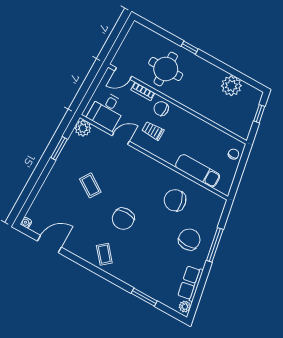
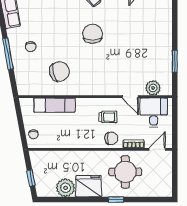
fridge: (208, 75) -> (89, 186), added
plant: (83, 128) -> (153, 88), moved
door: (121, 138) -> (130, 97), hinge flipped
coffee table: (90, 185) -> (133, 46), removed
chair: (189, 239) -> (31, 47), width x0.54, depth x0.54

